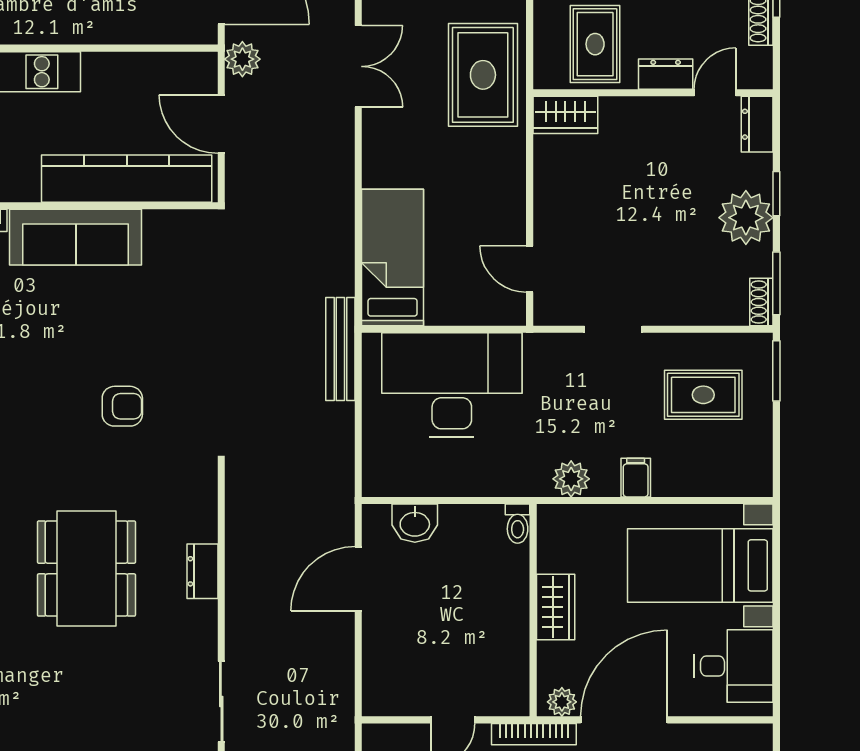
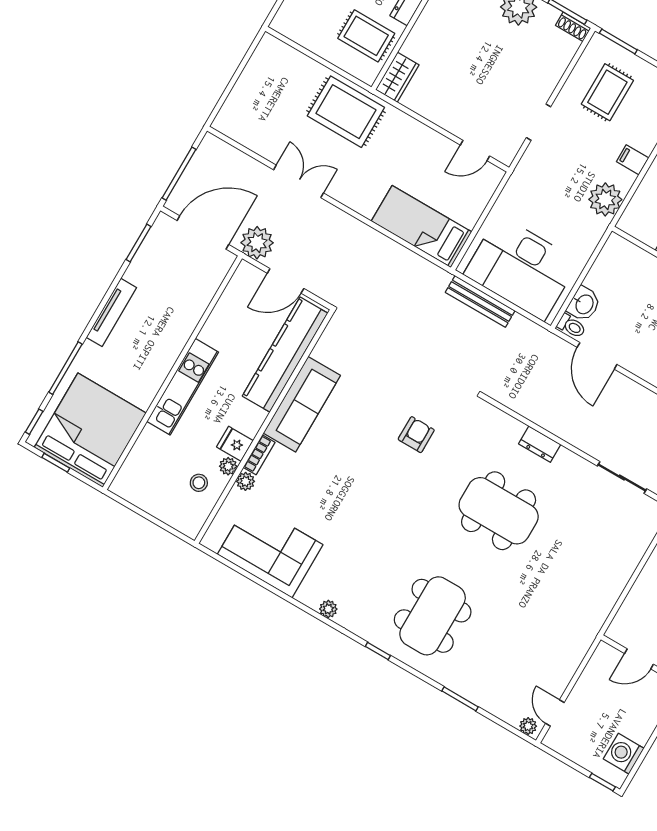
plant: (242, 59) -> (257, 243), width x1.36, depth x1.36
bench: (340, 349) -> (480, 301), moved
desk: (452, 385) -> (521, 268), moved, turned -90
plant: (571, 479) -> (605, 199), width x1.36, depth x1.36
toilet: (518, 524) -> (571, 326), moved

